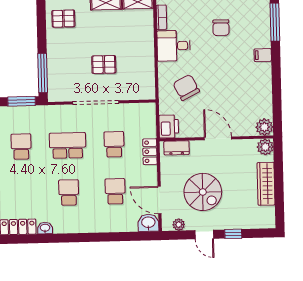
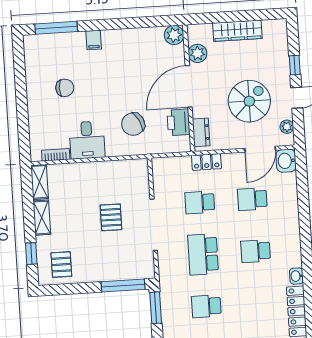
printer: (169, 126) -> (178, 122), moved, turned -90
door: (218, 138) -> (189, 86), width x1.36
plant: (265, 147) -> (198, 53), moved

